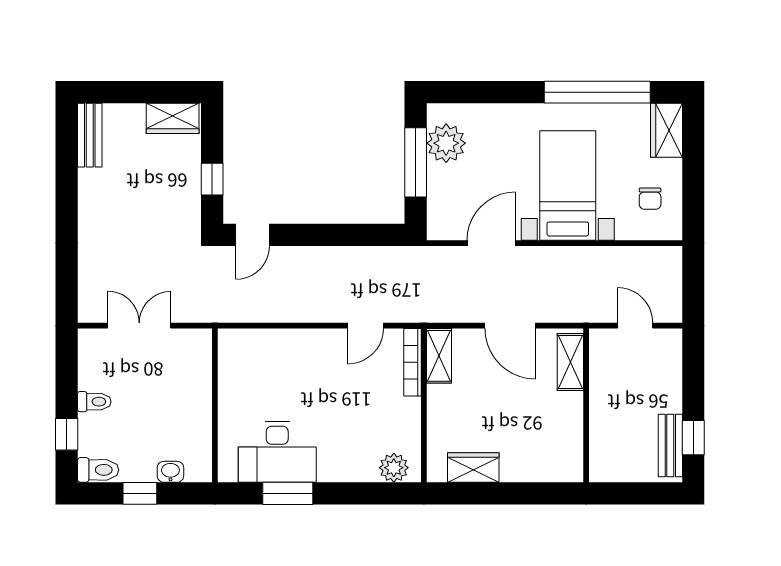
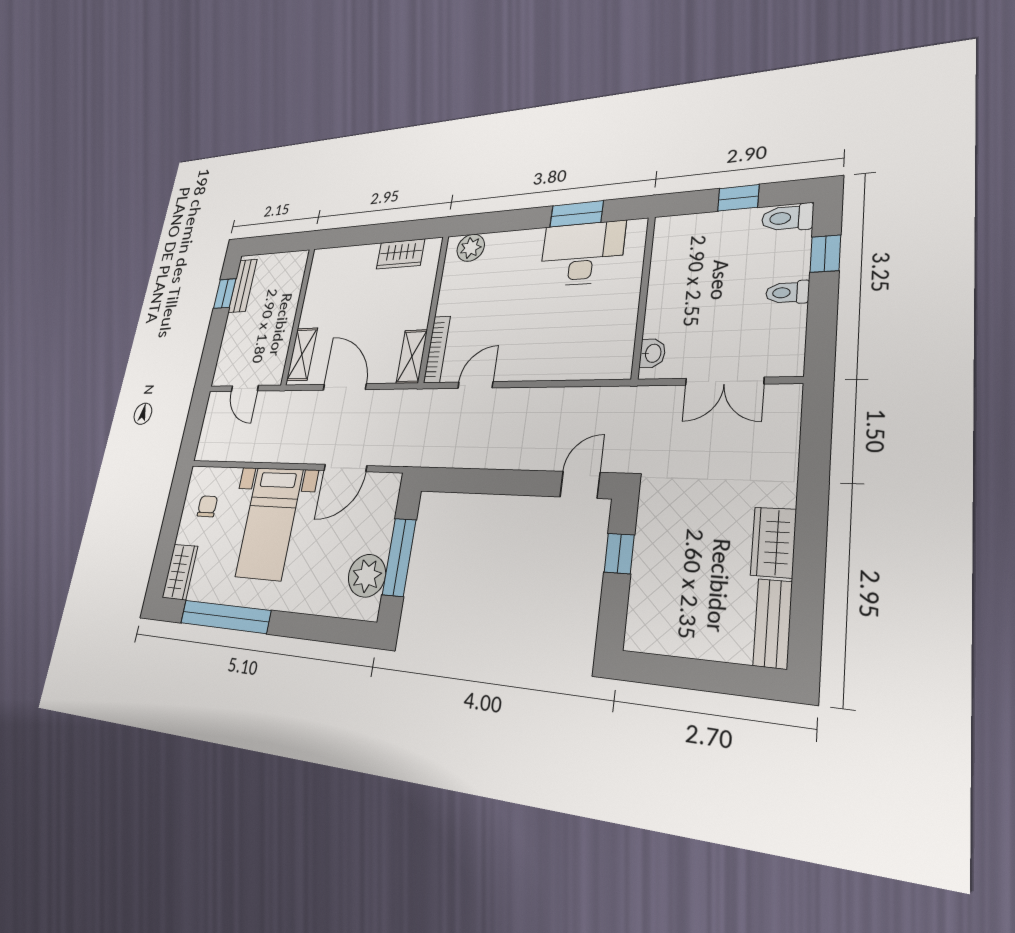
wardrobe: (173, 118) -> (774, 542), moved, turned -90
washbasin: (170, 472) -> (652, 353), moved, turned -90

